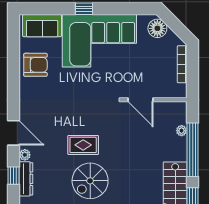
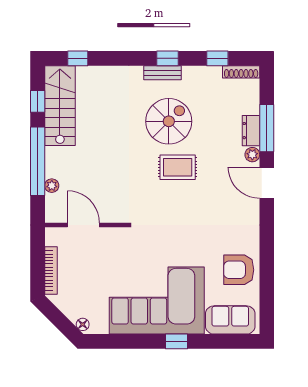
floor lamp: (157, 28) -> (83, 324), width x0.53, depth x0.53
door: (141, 100) -> (83, 225), moved
window: (14, 176) -> (267, 128), width x2.17
dresser: (26, 179) -> (251, 131), width x0.70

